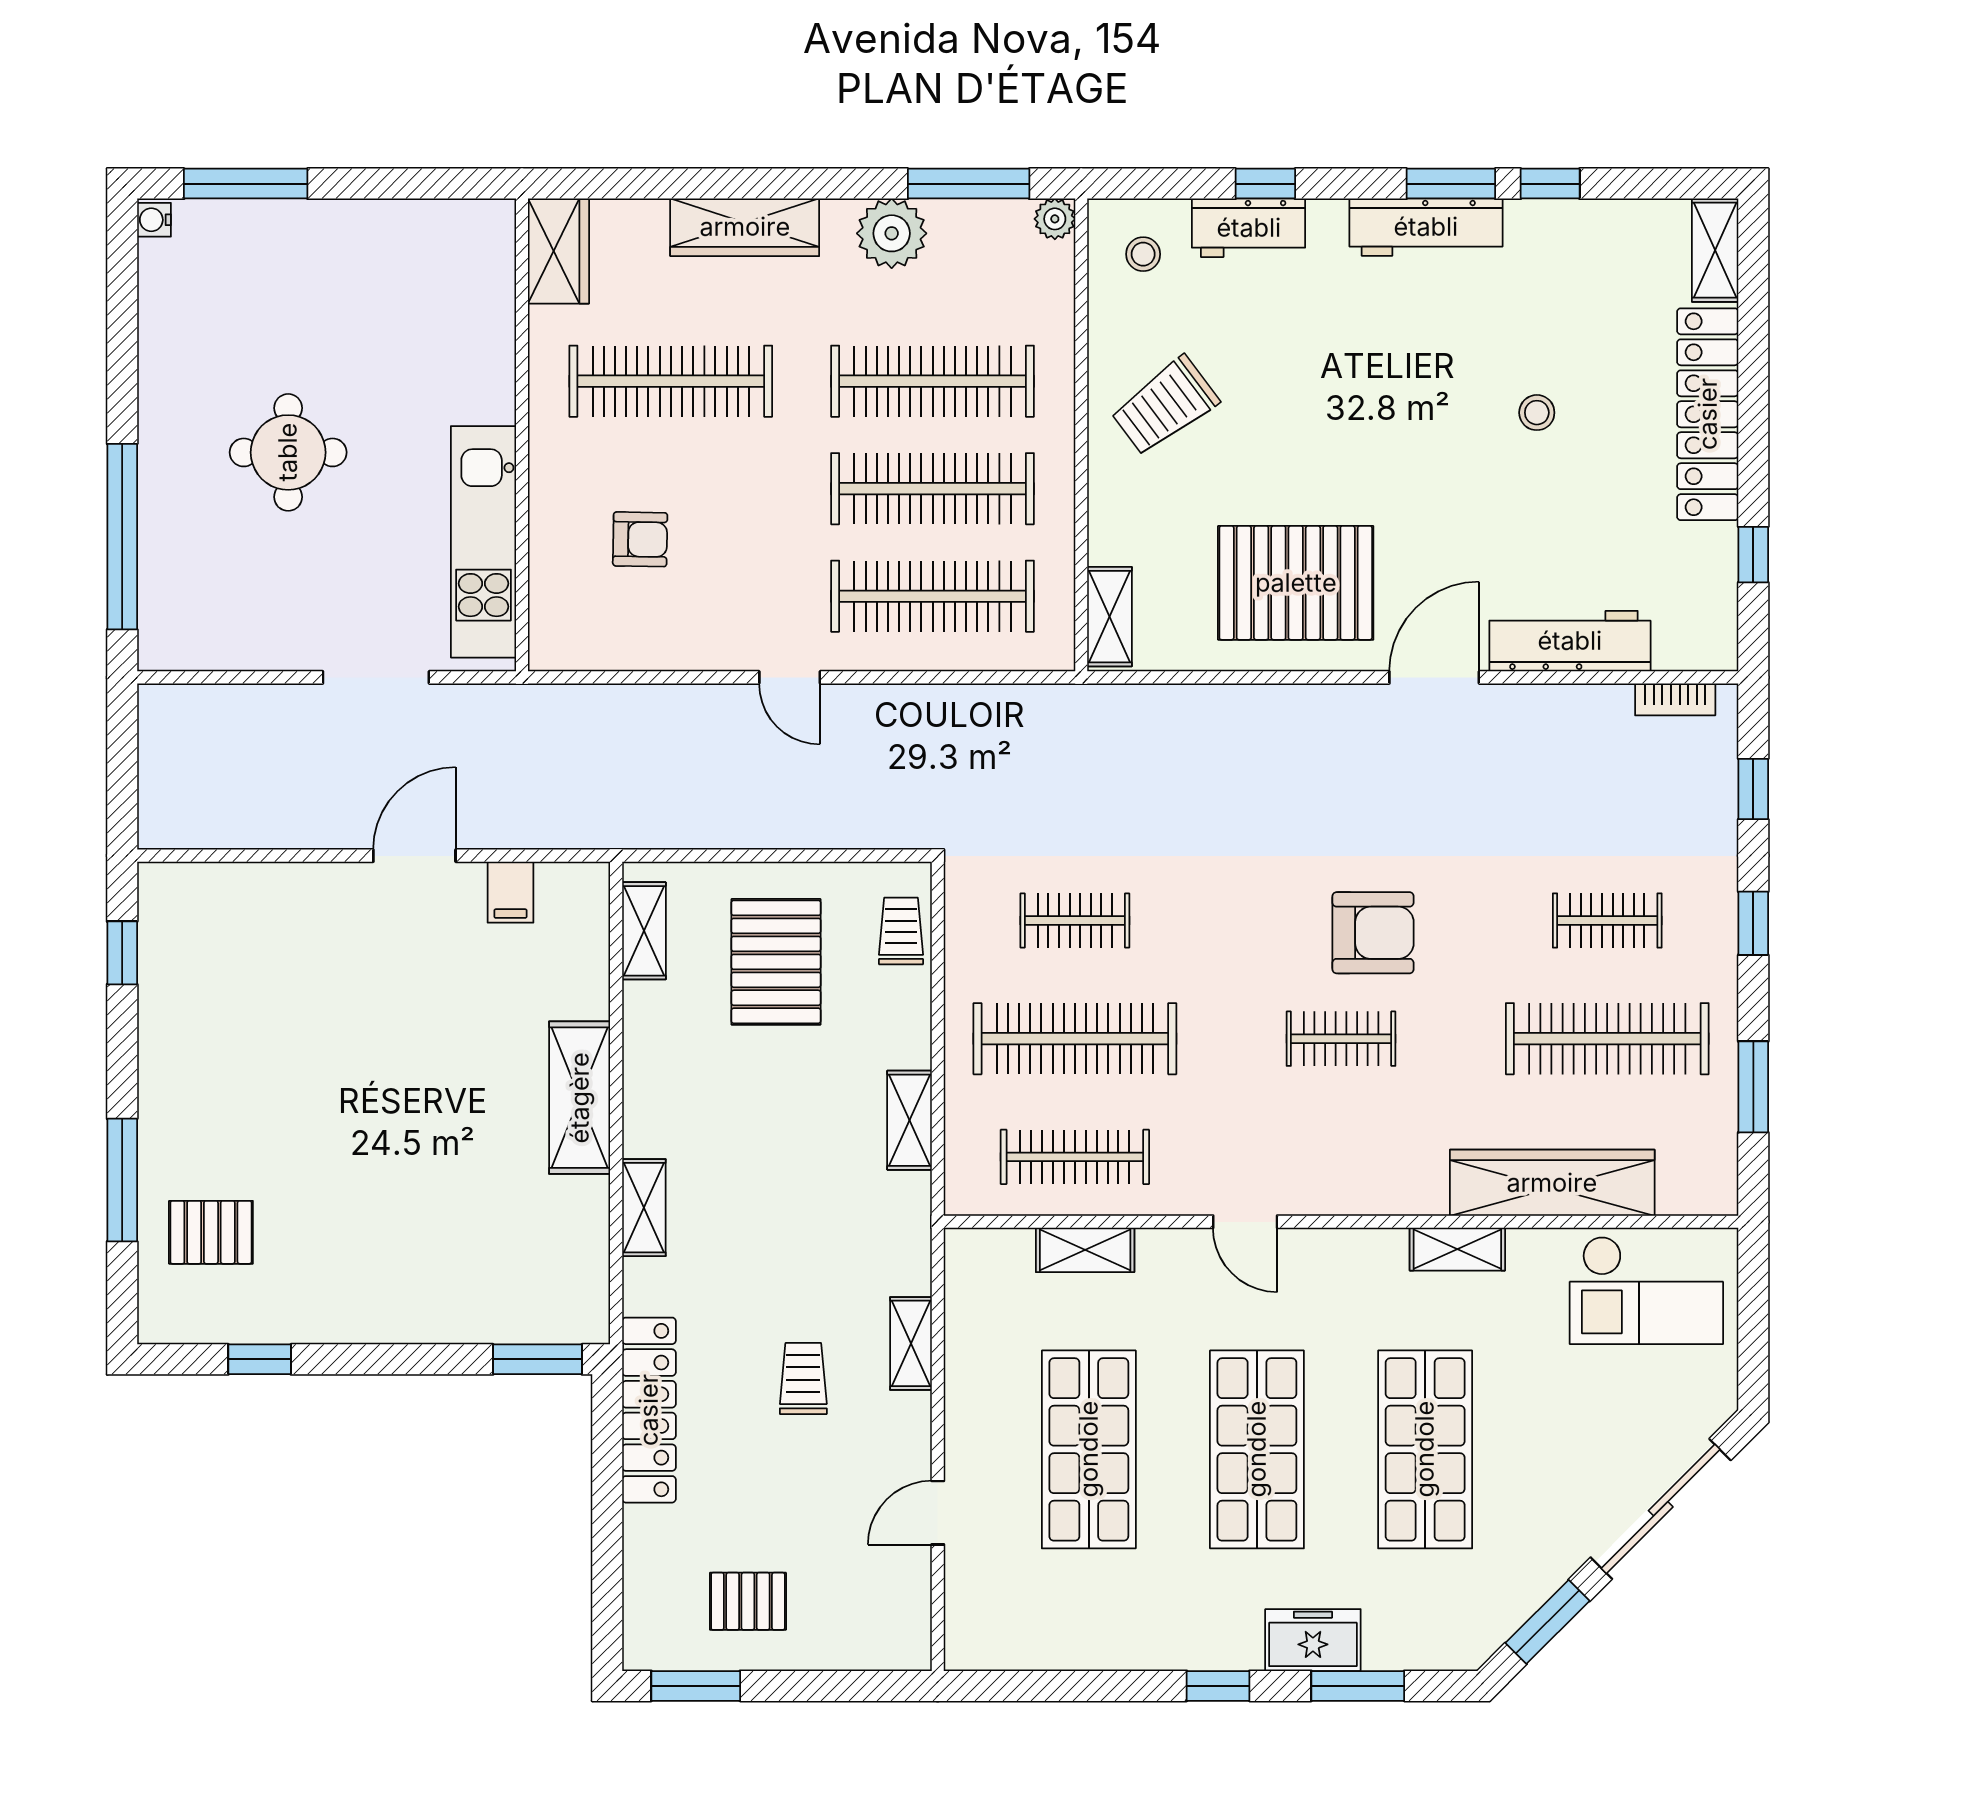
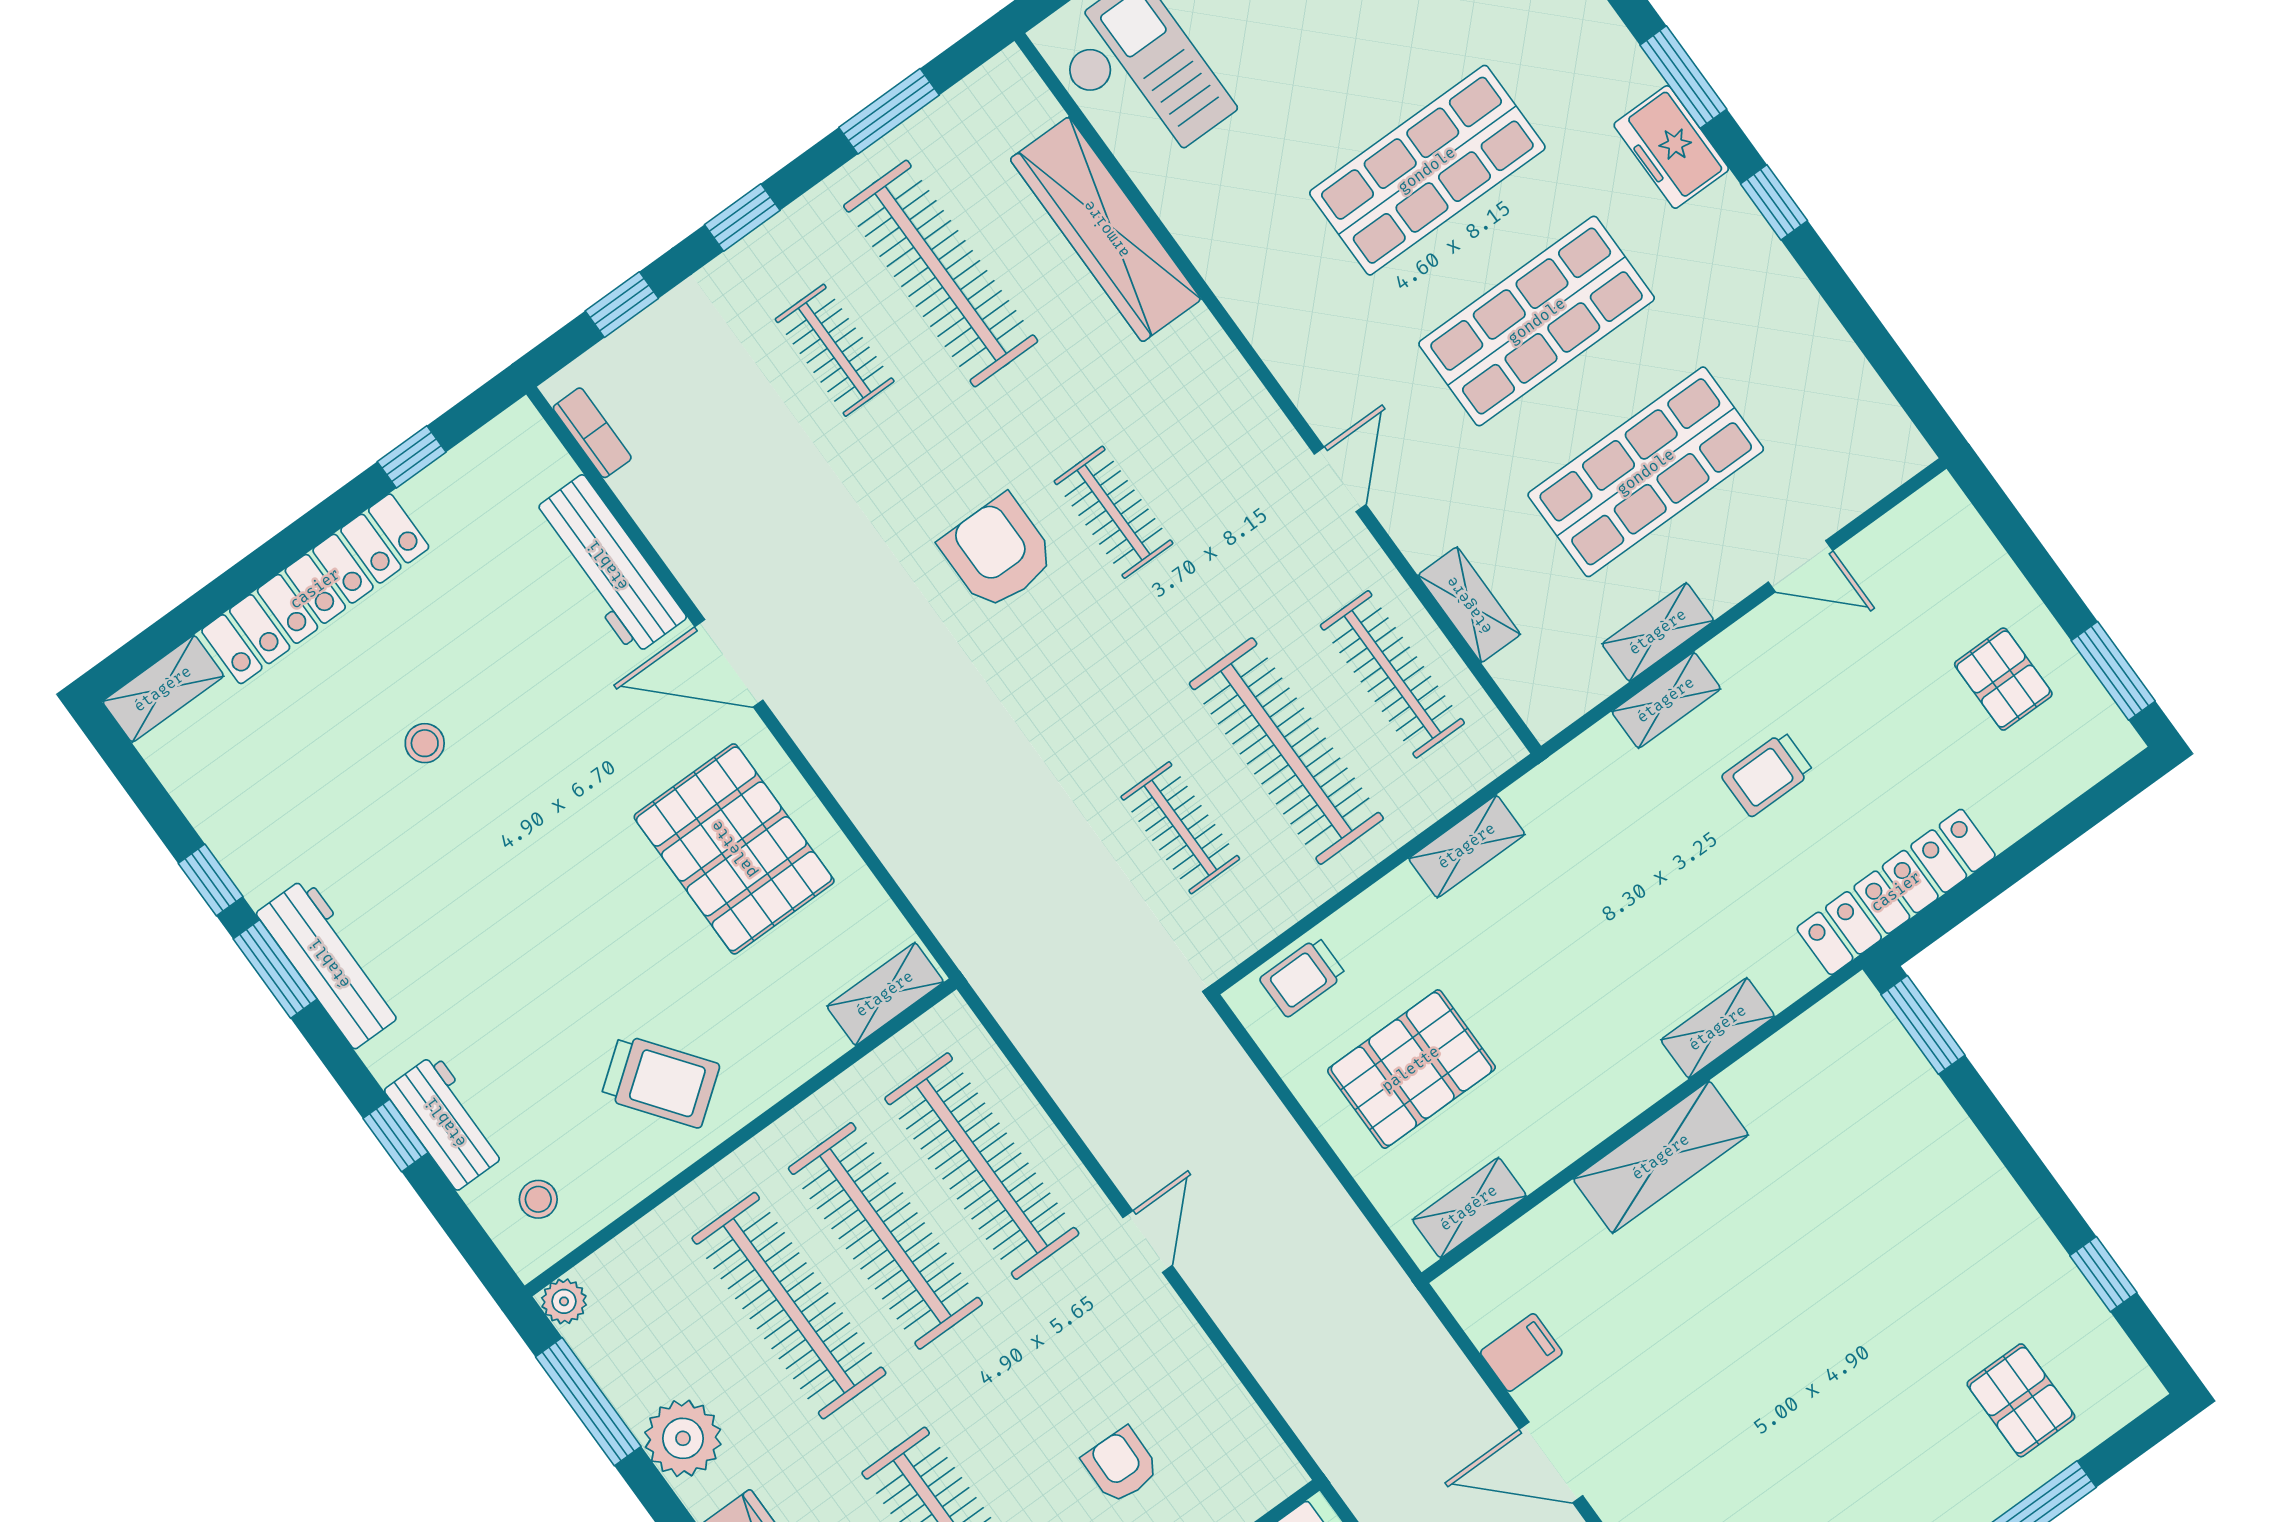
shelving: (1457, 1249) -> (1658, 632), moved, turned 90

